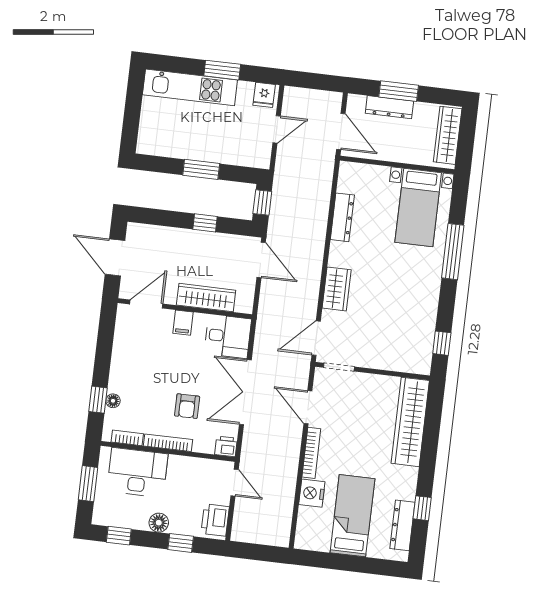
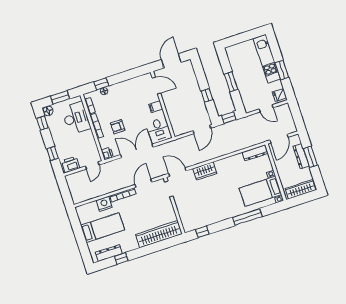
dresser: (342, 217) -> (255, 153), moved
wardrobe: (206, 298) -> (172, 112), removed
floor lamp: (159, 523) -> (48, 111), moved

